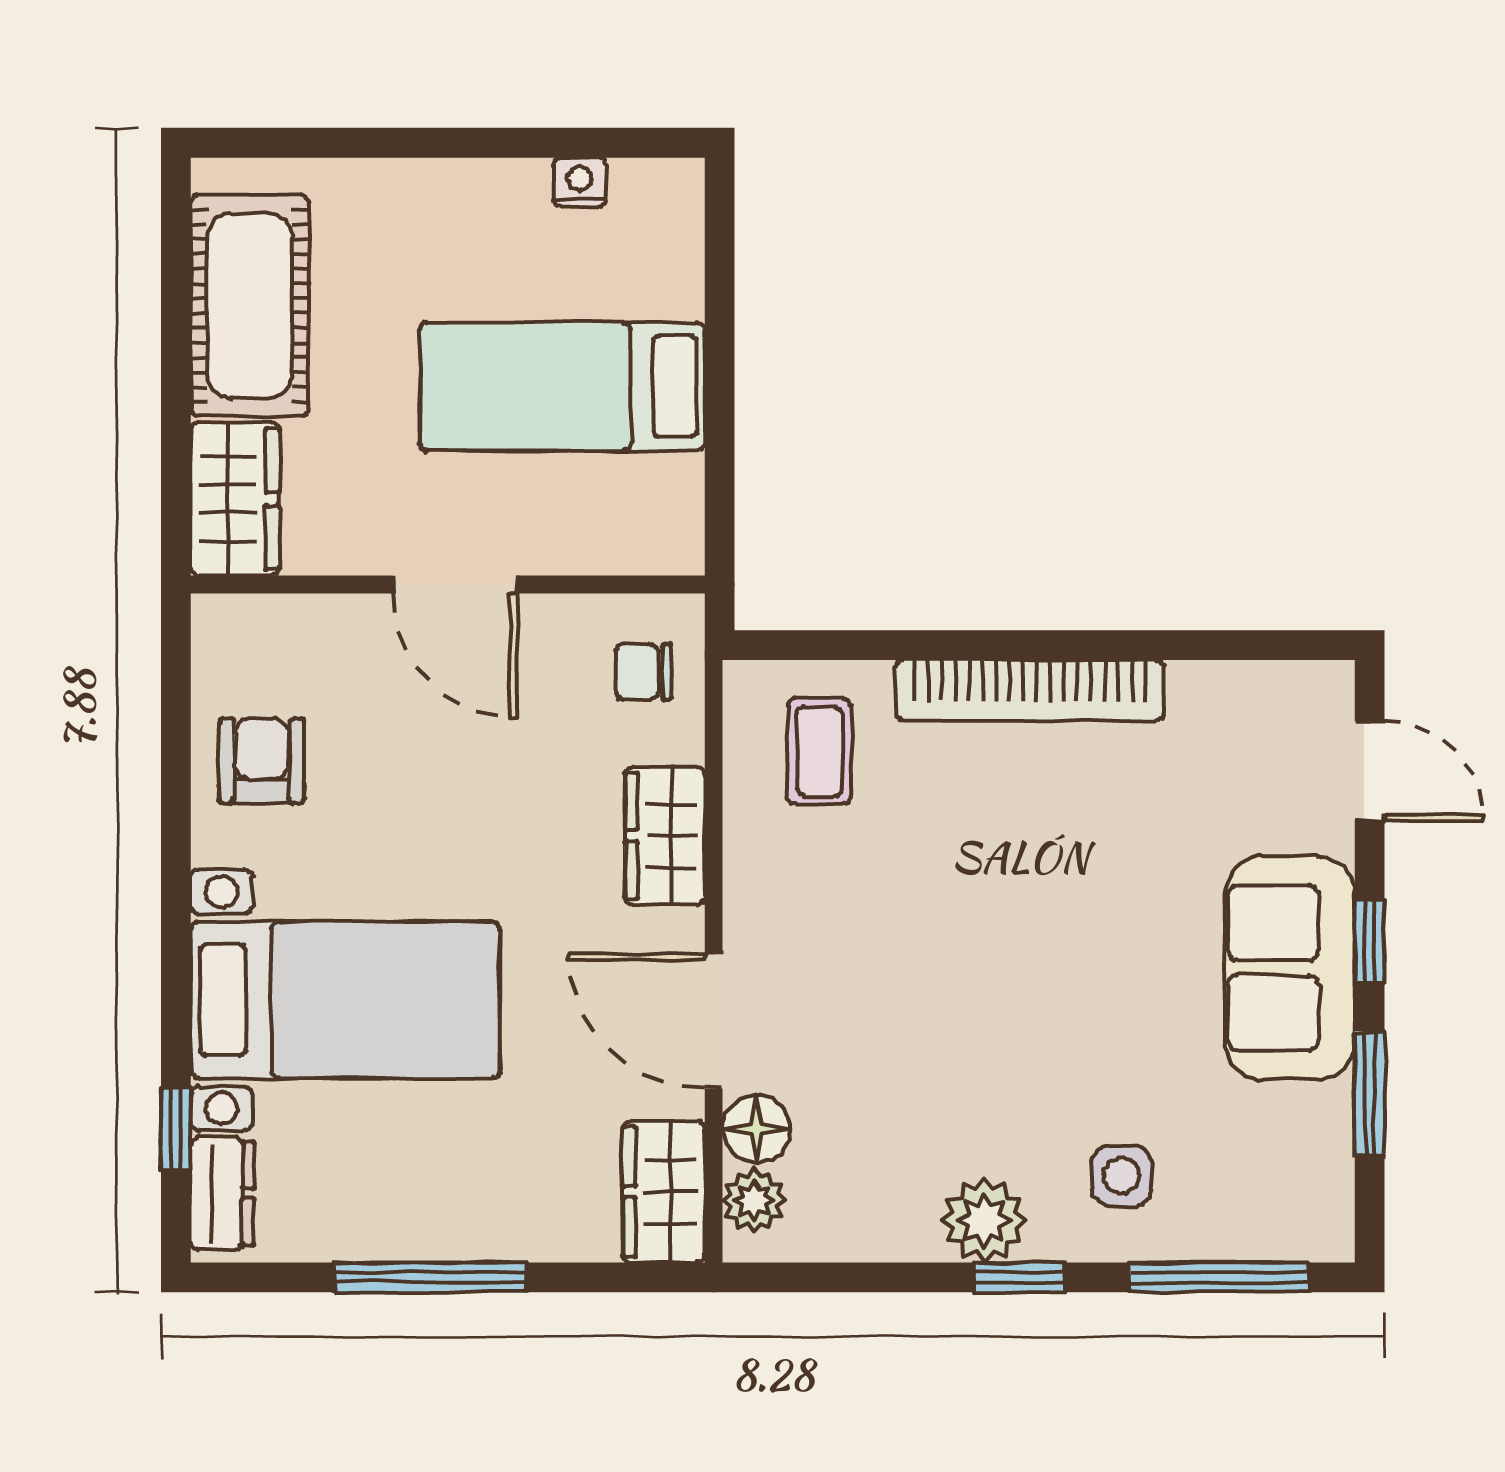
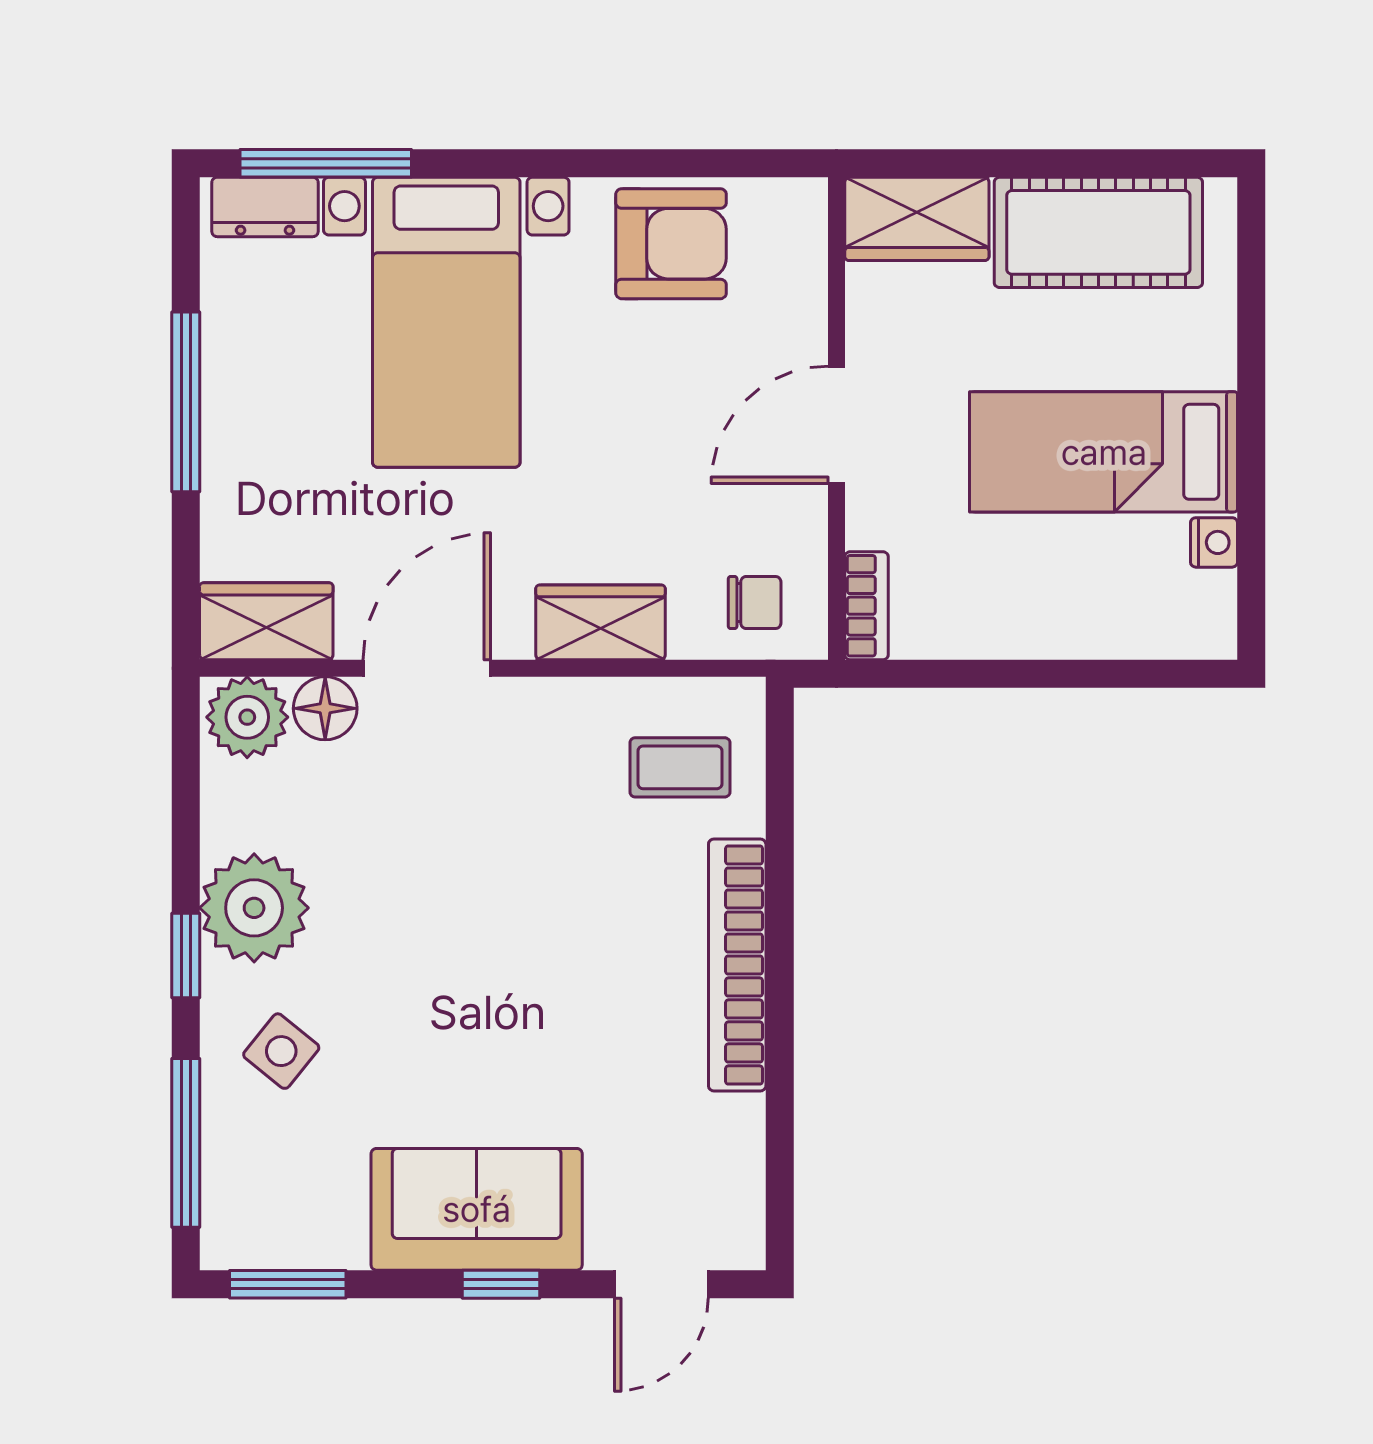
bed: (562, 386) -> (1104, 452), moved, turned -90
bookcase: (647, 553) -> (866, 606), added
chair: (644, 672) -> (755, 602), turned 90
armchair: (262, 761) -> (671, 244), width x1.38, depth x1.38
window: (1370, 1093) -> (288, 1284), moved
window: (176, 1128) -> (326, 163), width x2.17
side table: (1121, 1176) -> (281, 1051), turned 38
plant: (754, 1200) -> (247, 717), width x1.38, depth x1.38
plant: (984, 1220) -> (254, 908), width x1.36, depth x1.36

